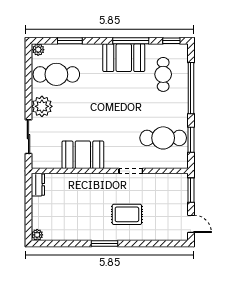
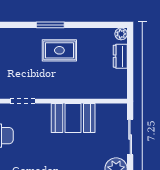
dresser: (38, 185) -> (120, 56), moved
rug: (127, 214) -> (59, 50), moved

